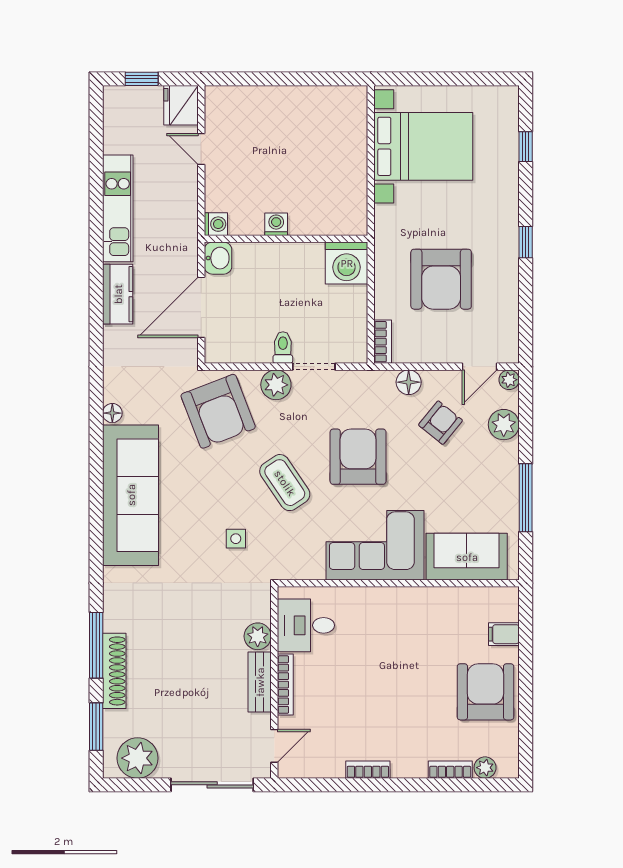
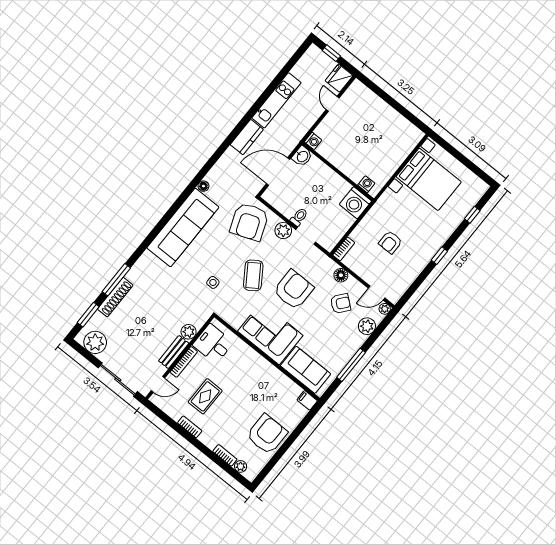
washing machine: (276, 224) -> (366, 184), moved
armchair: (441, 279) -> (390, 242), width x0.53, depth x0.53
filing cabinet: (504, 634) -> (307, 400), moved
rug: (355, 709) -> (205, 396), added

